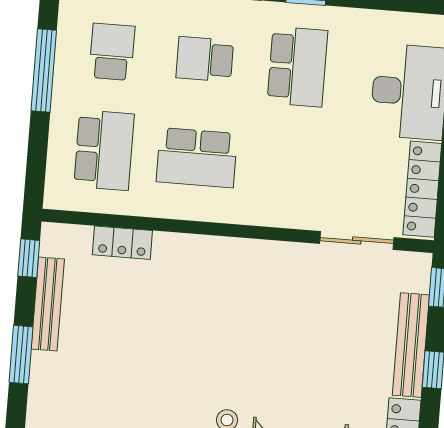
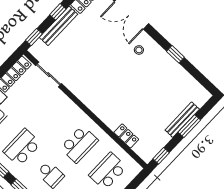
school desk: (197, 158) -> (79, 144), turned 90
bench: (48, 304) -> (182, 120), moved

